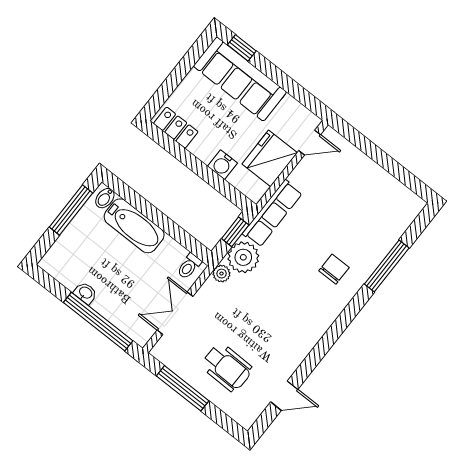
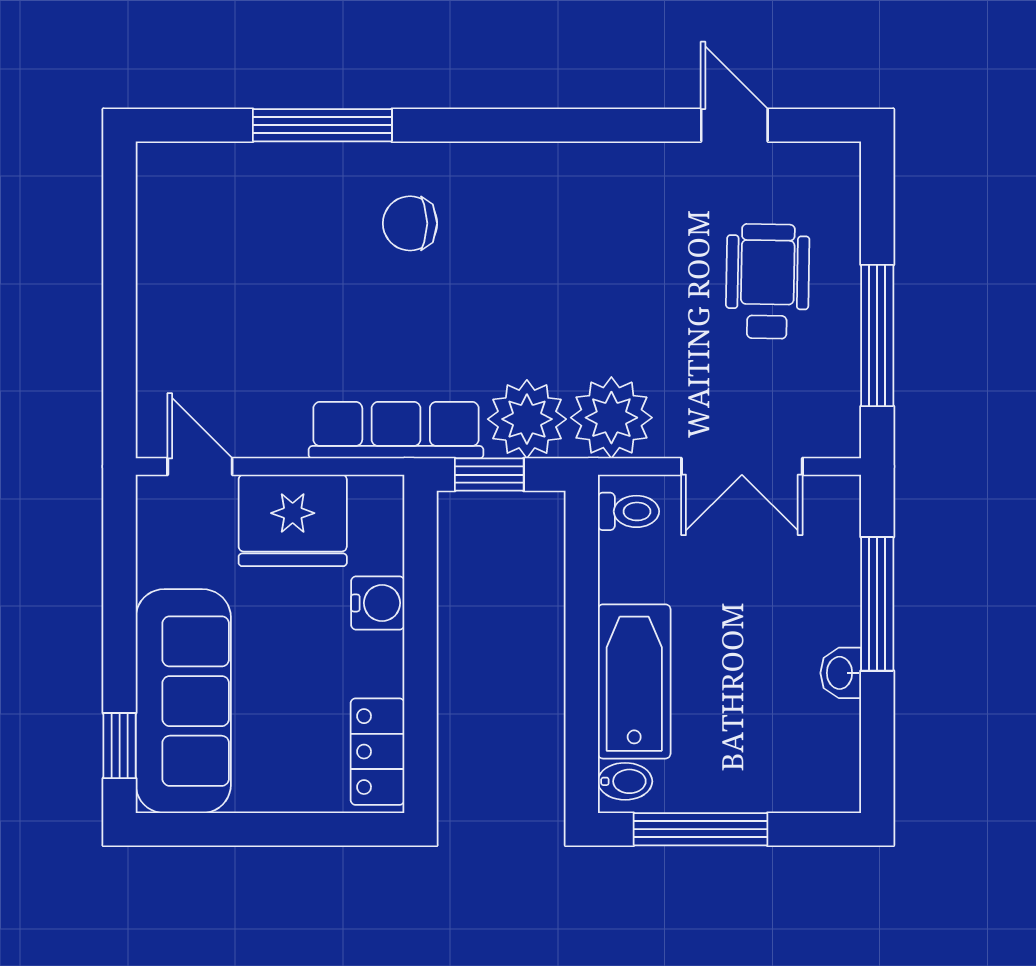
plant: (222, 274) -> (611, 418), width x1.87, depth x1.87
window: (98, 322) -> (877, 604), width x0.68

